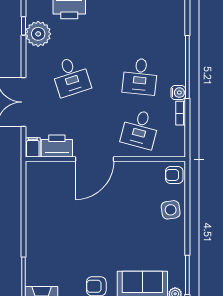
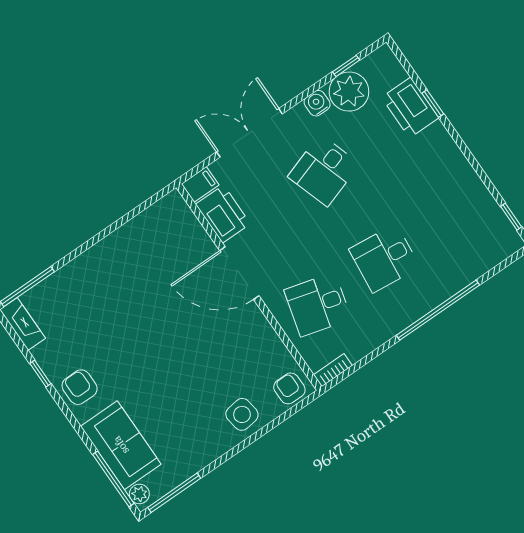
water cooler: (178, 93) -> (317, 103), moved, turned 180
bookcase: (181, 113) -> (333, 370), moved

